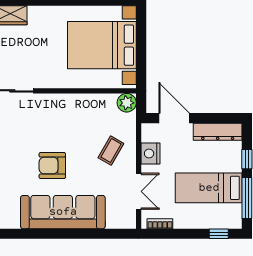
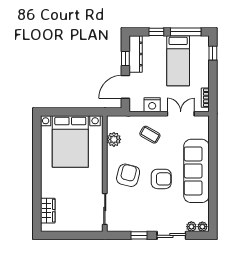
plant: (127, 103) -> (114, 139), moved
window: (212, 118) -> (125, 58), added
armchair: (57, 122) -> (128, 175), added
armchair: (52, 166) -> (161, 179), turned -90

